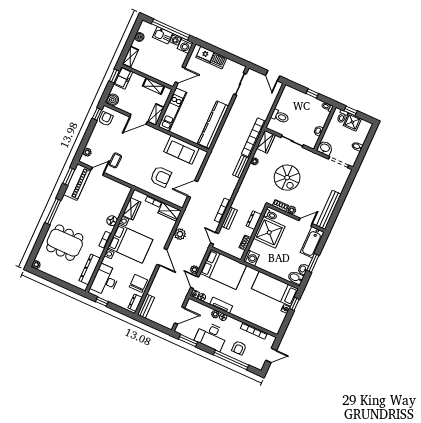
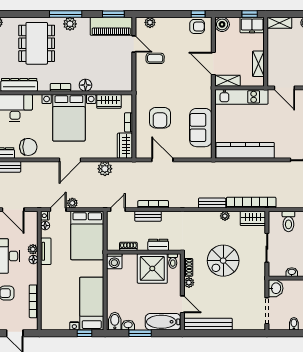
plant: (62, 212) -> (70, 24), added

